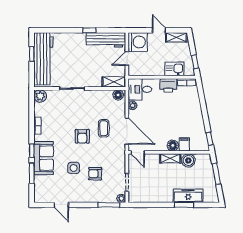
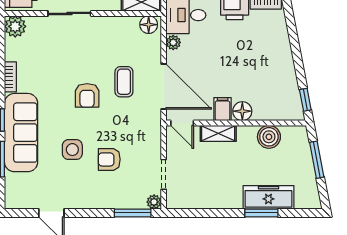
filing cabinet: (184, 144) -> (223, 109), moved
sofa: (44, 158) -> (21, 133), width x1.36
shelving: (170, 158) -> (218, 133), moved

